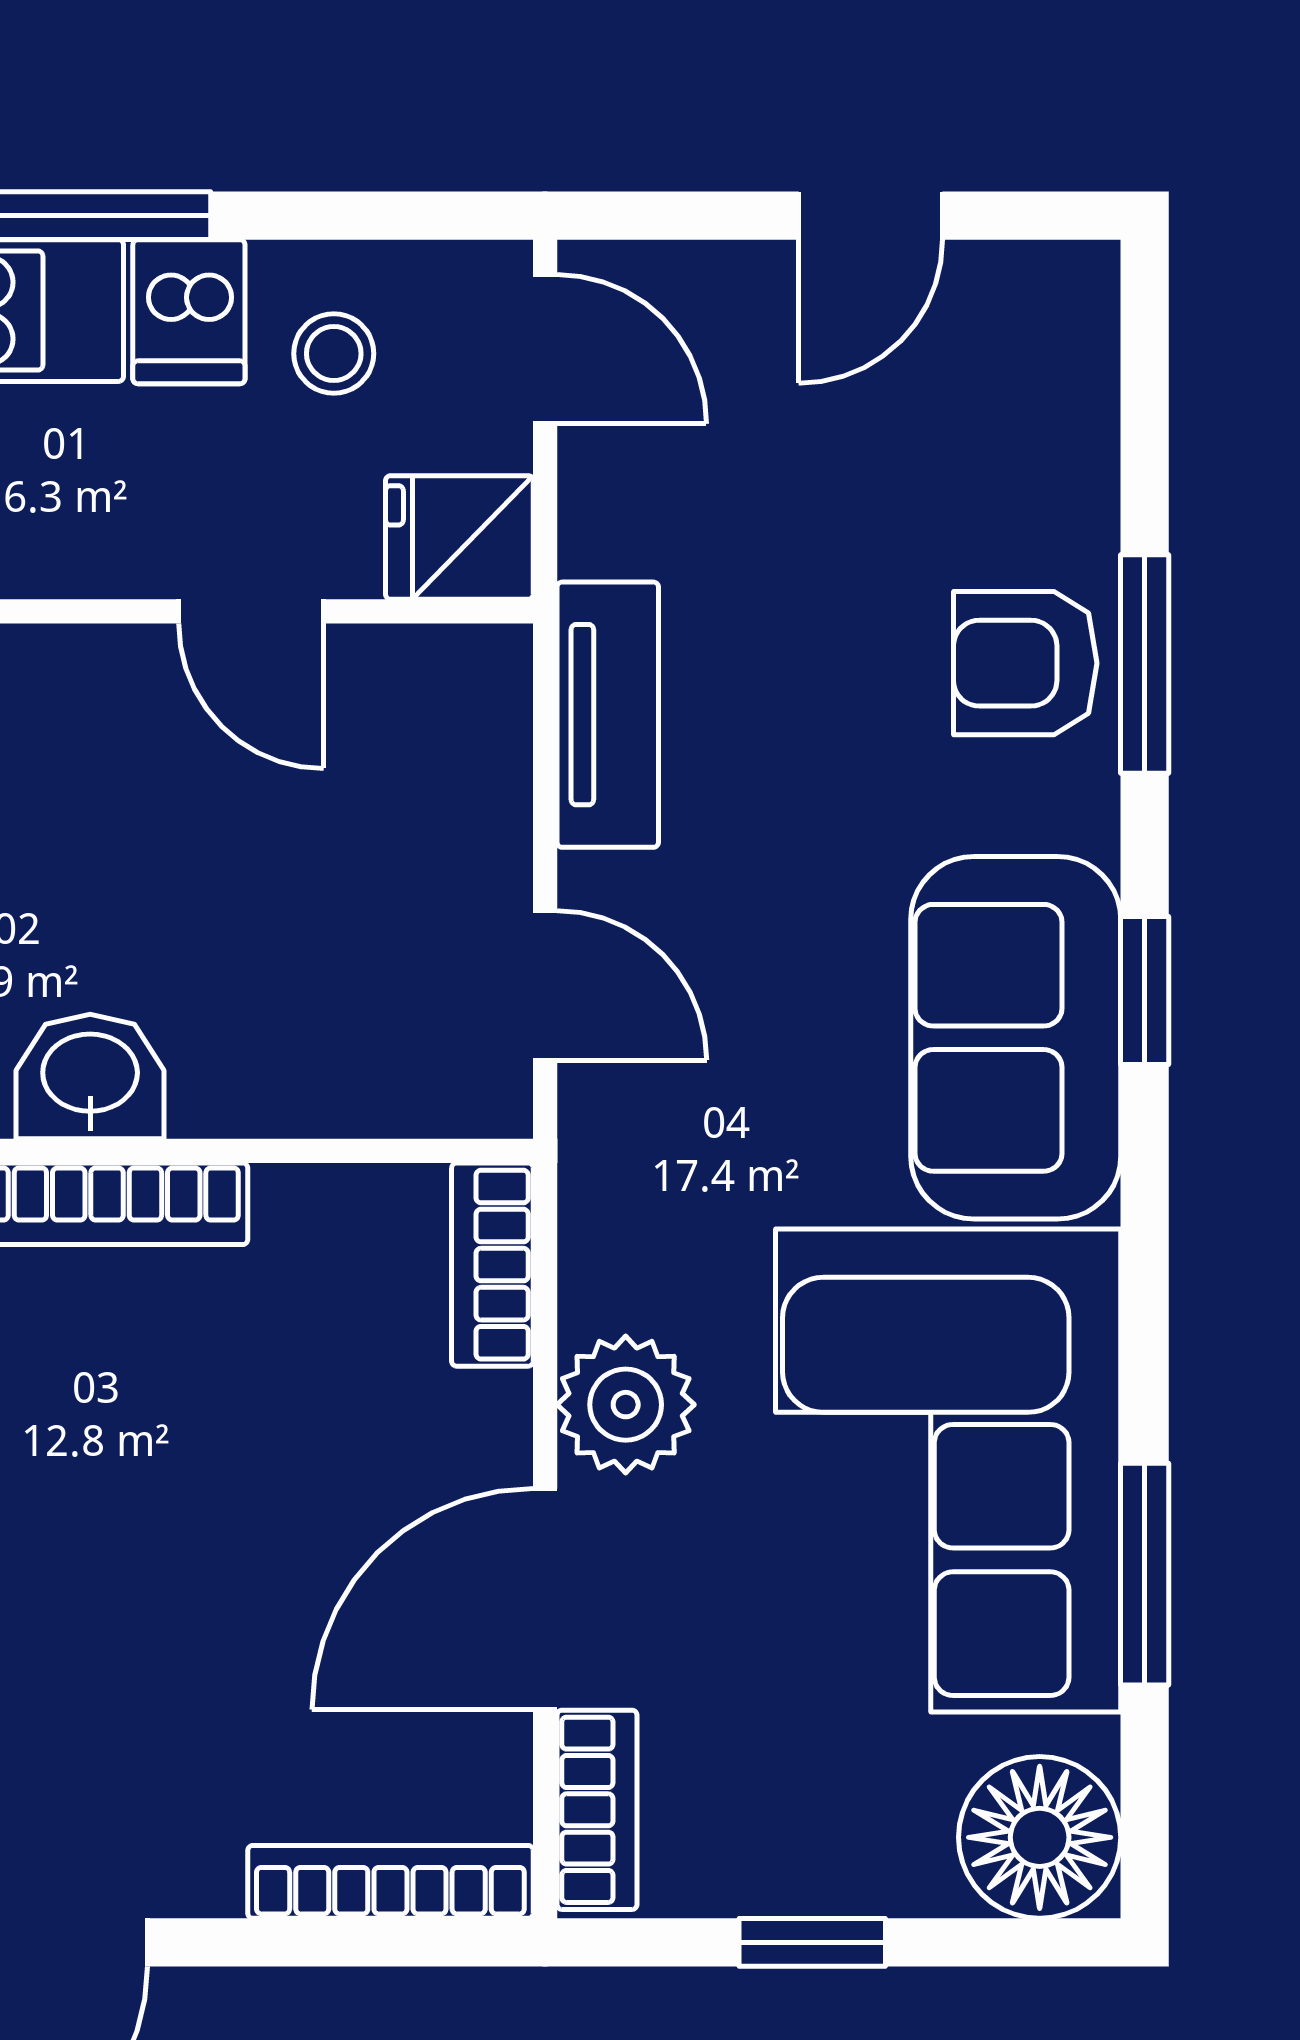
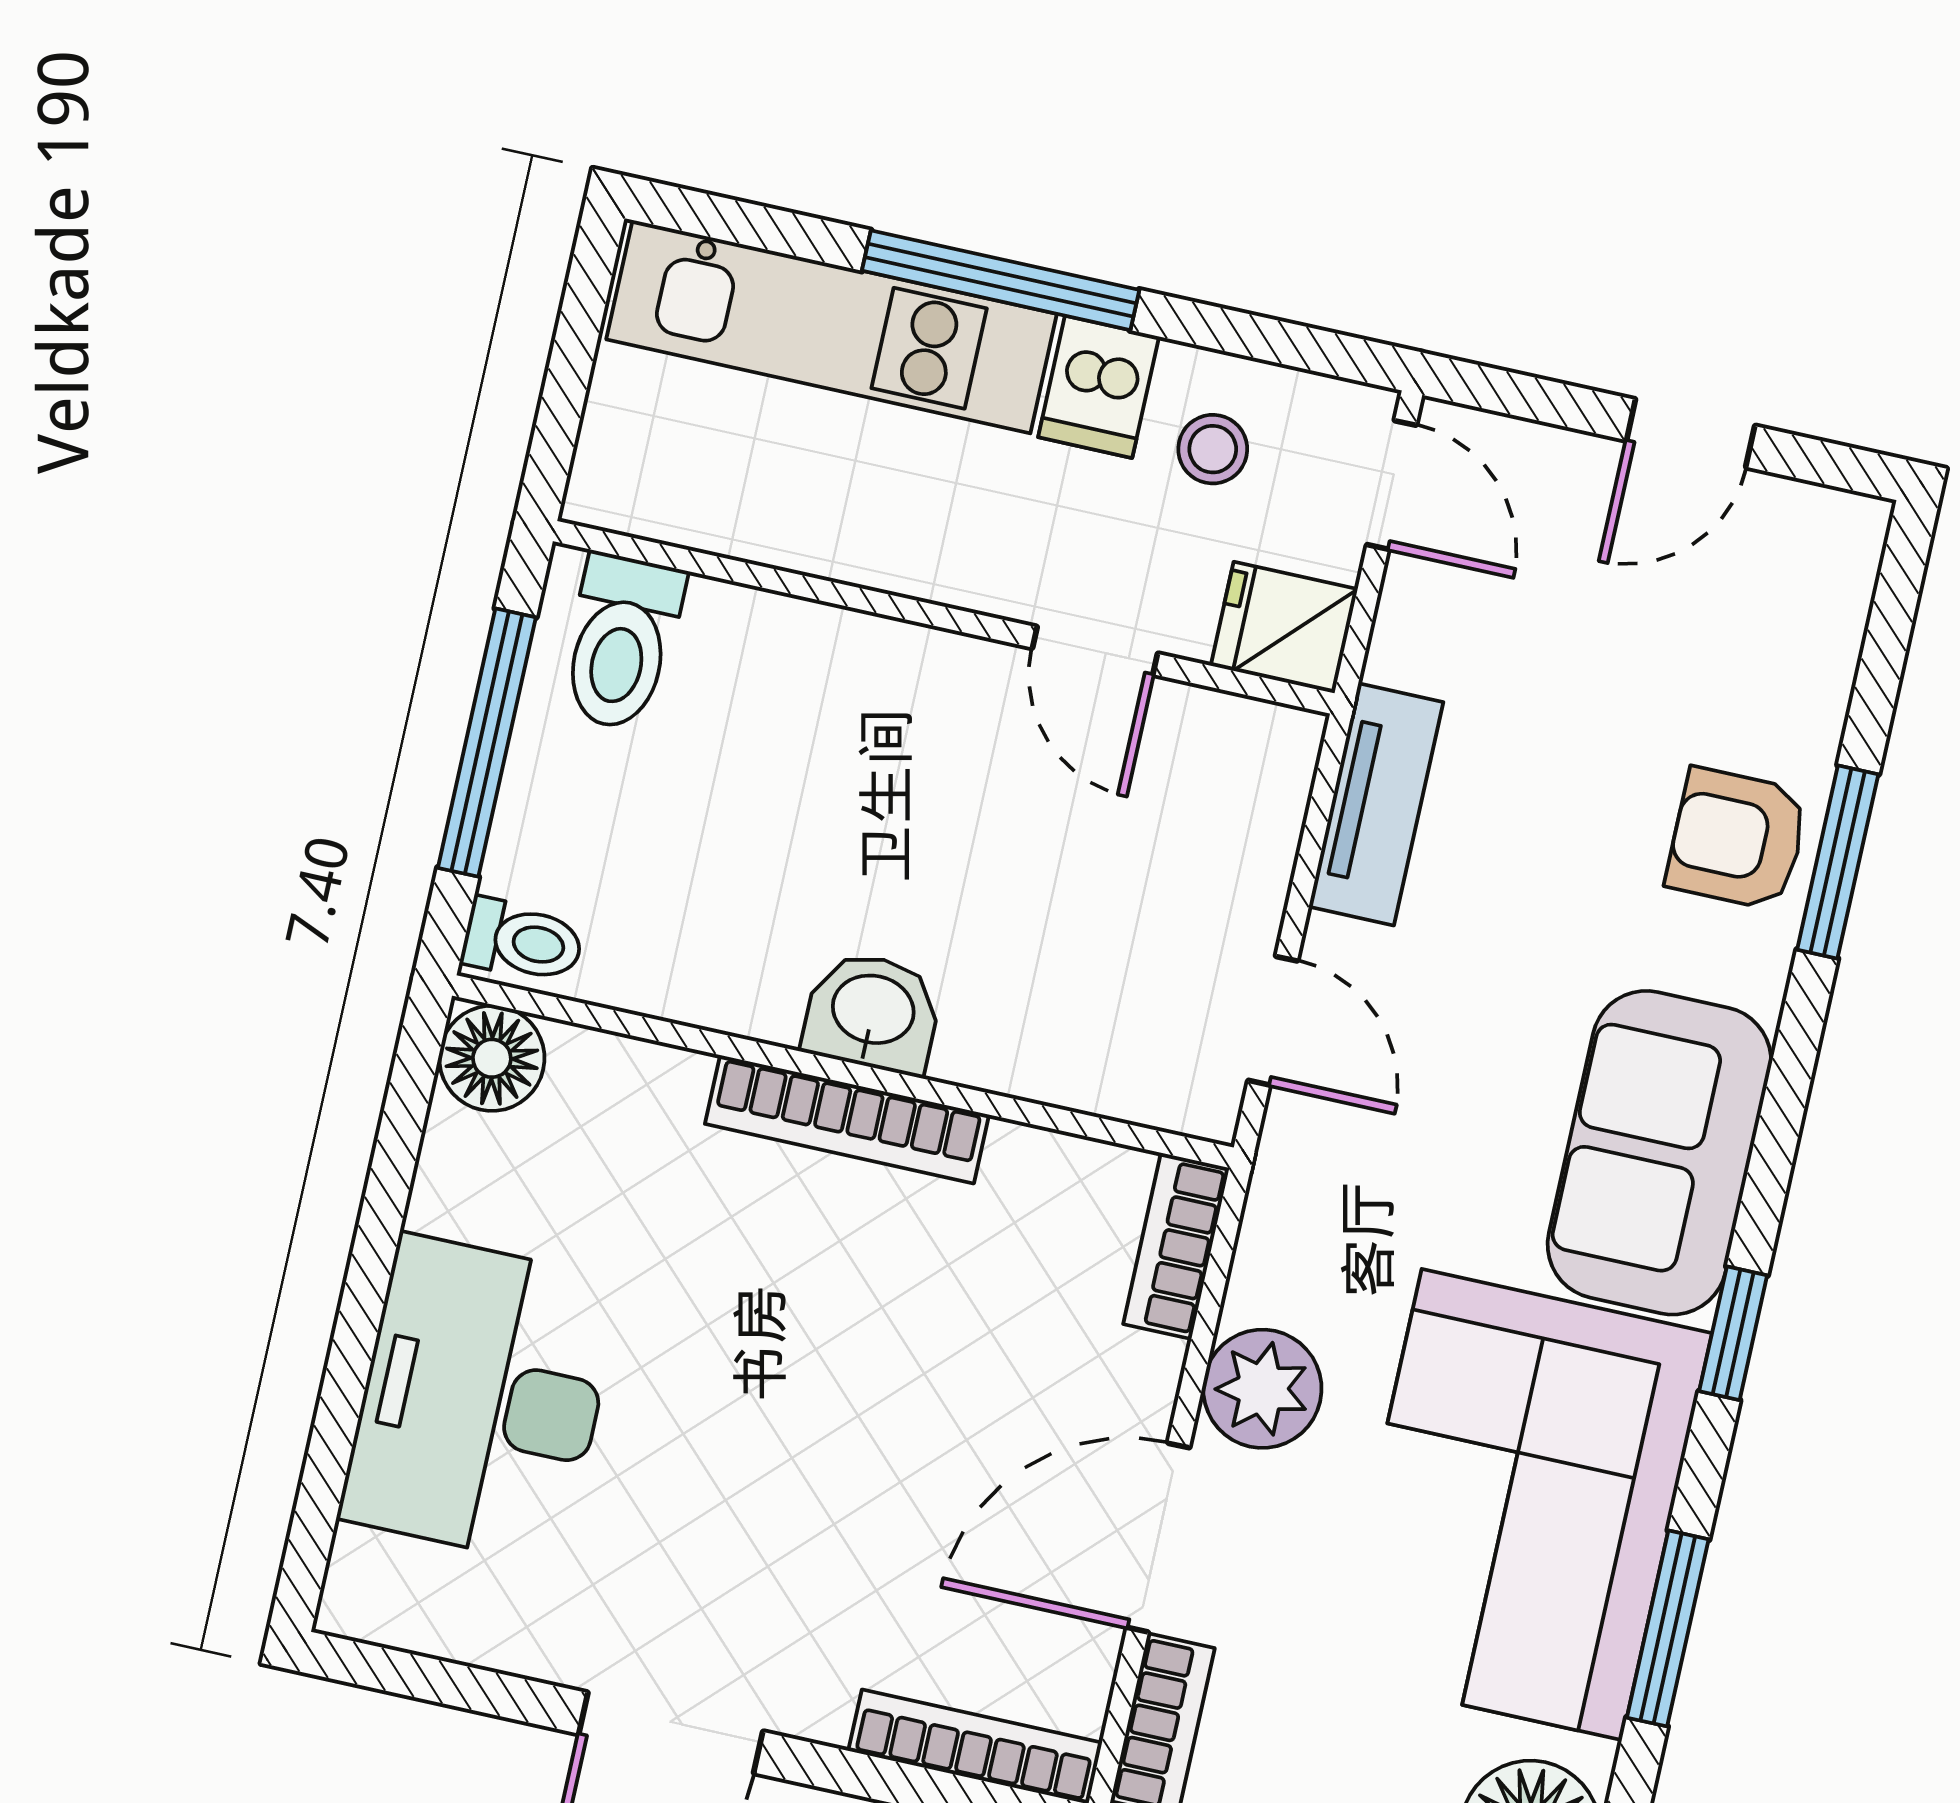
window: (1145, 990) -> (1733, 1333), moved

